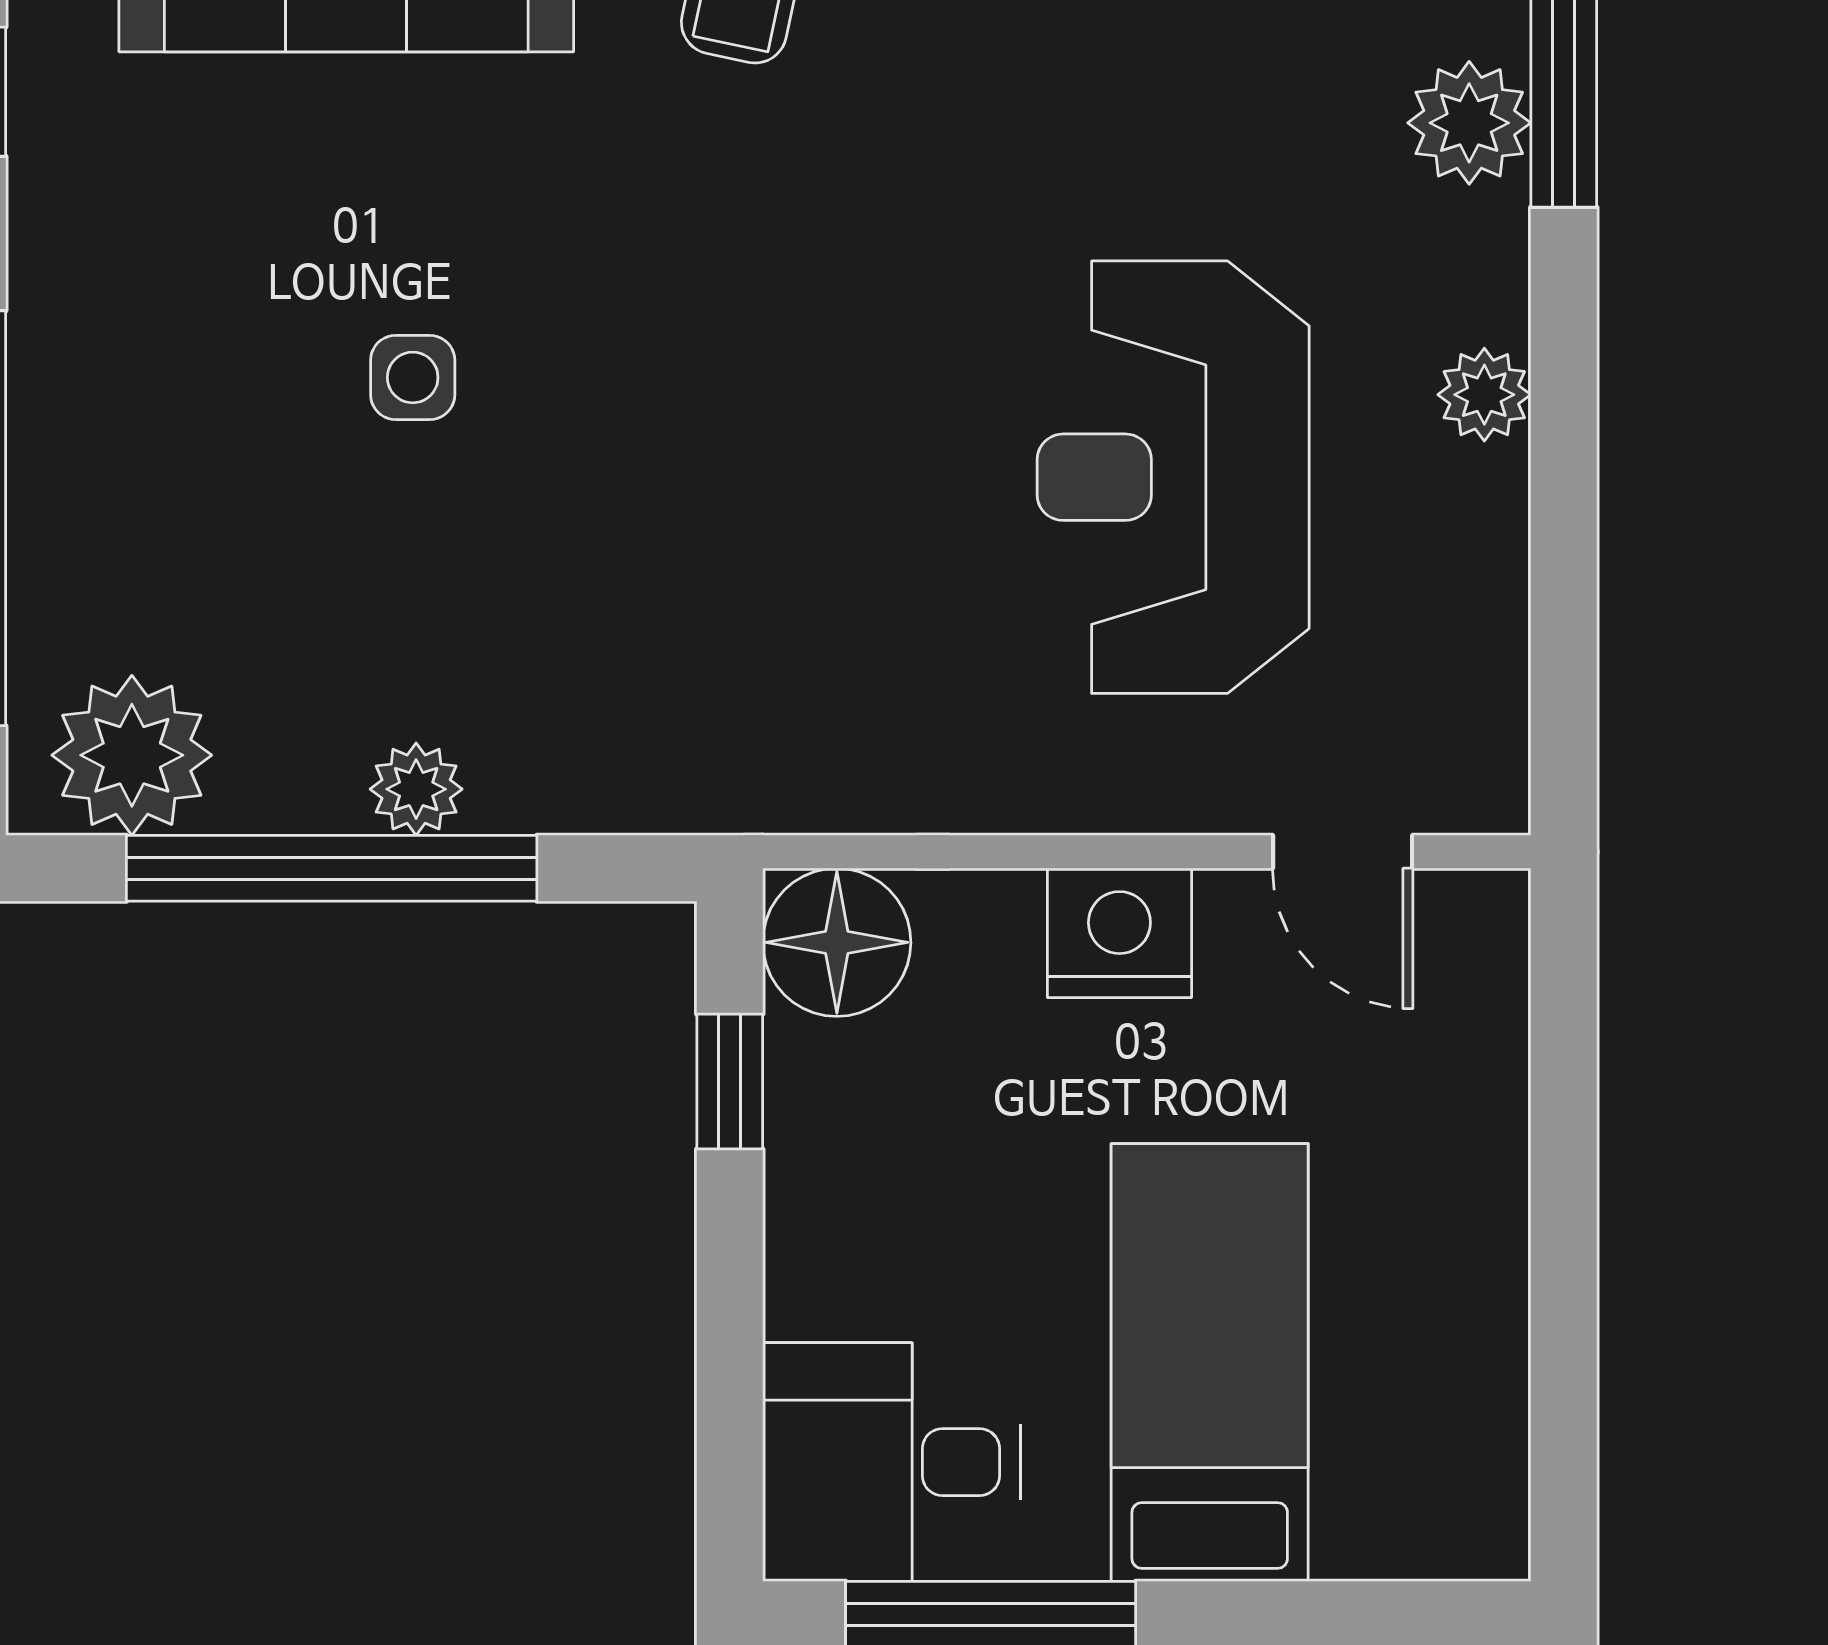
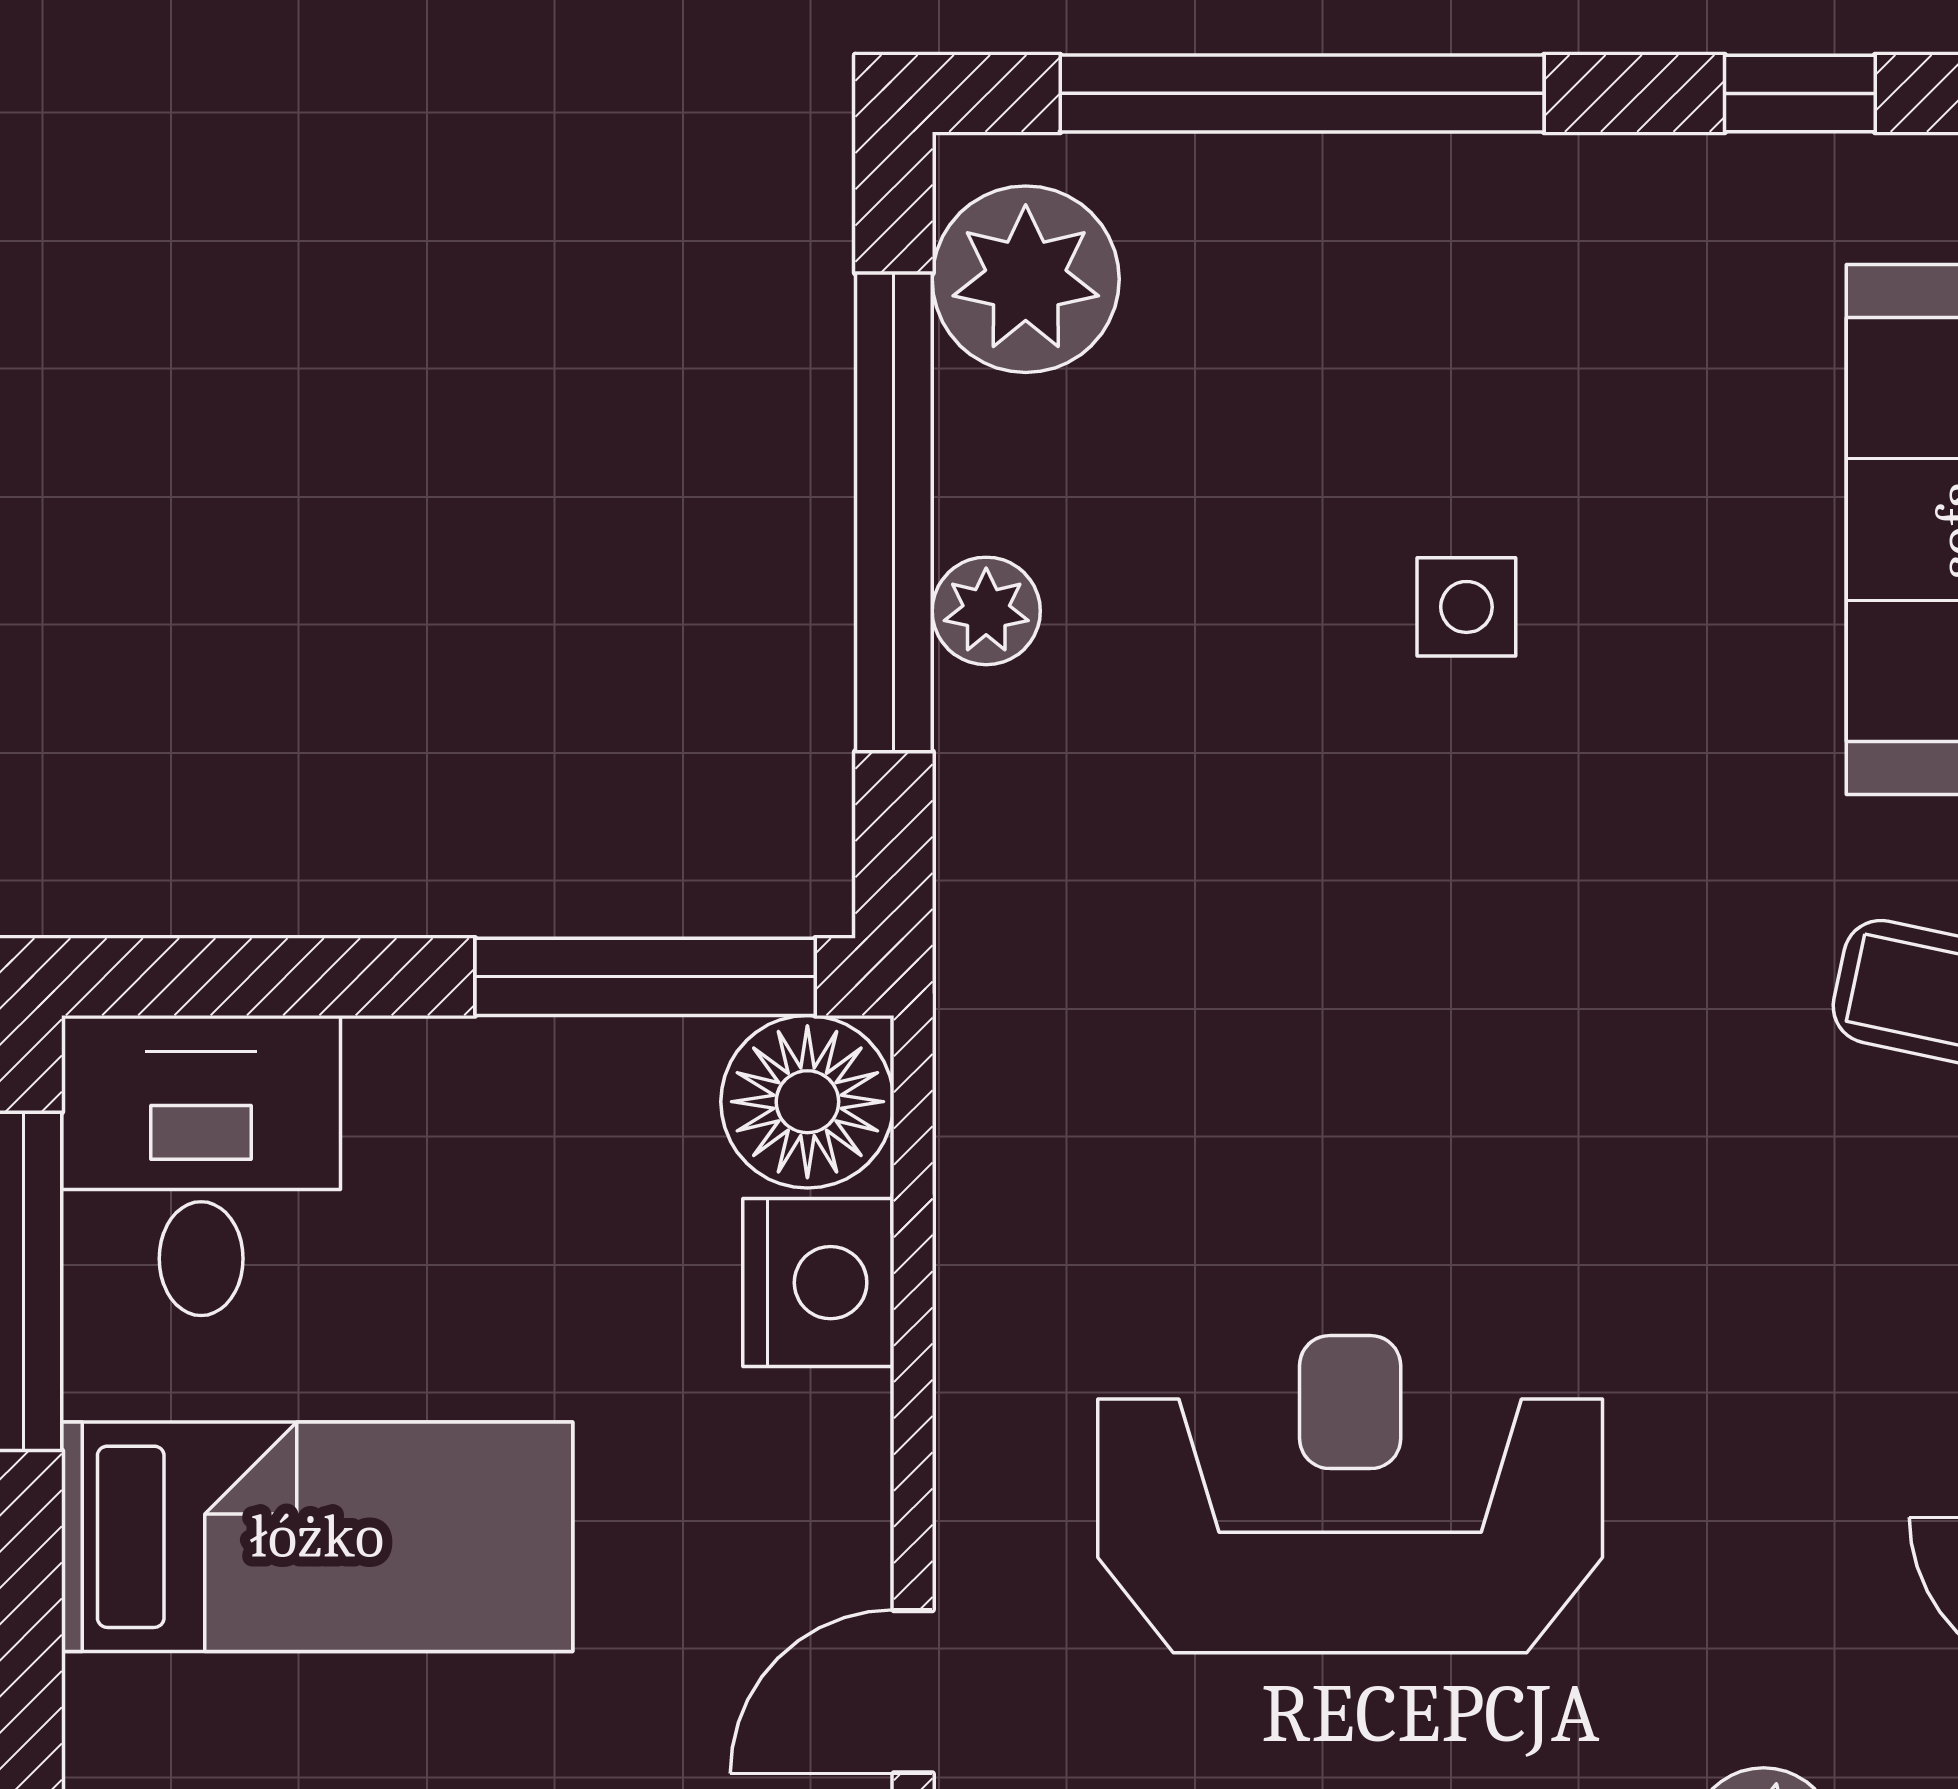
nightstand: (1119, 933) -> (818, 1283), moved
window: (730, 1081) -> (645, 977), width x2.17

